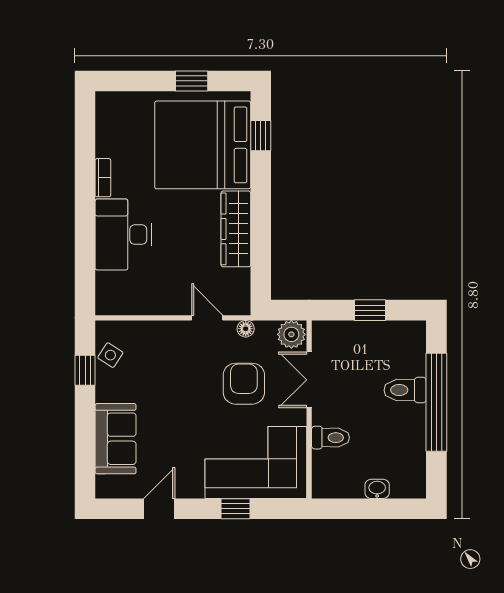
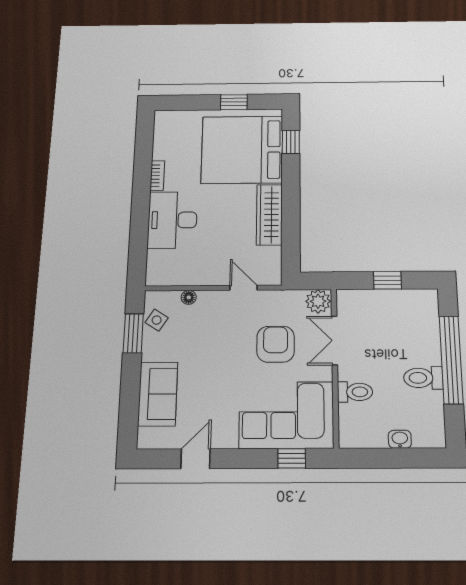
floor lamp: (246, 329) -> (189, 297), moved
window: (85, 370) -> (133, 333), width x1.50
toilet: (405, 390) -> (423, 378), moved
window: (236, 509) -> (292, 458), moved

